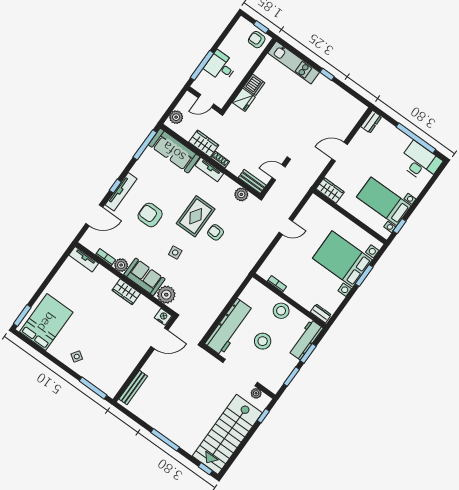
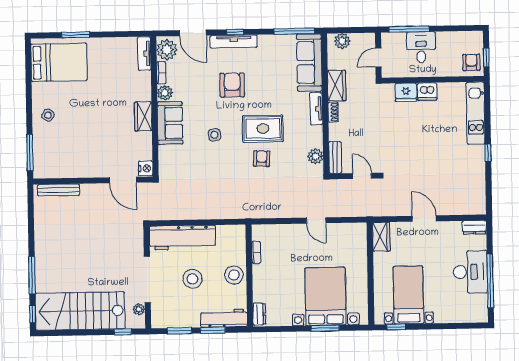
door: (206, 101) -> (378, 58), hinge flipped
desk: (420, 162) -> (470, 272), moved
plant: (166, 295) -> (167, 50), moved
window: (22, 315) -> (76, 35), moved
window: (165, 440) -> (32, 275), moved

